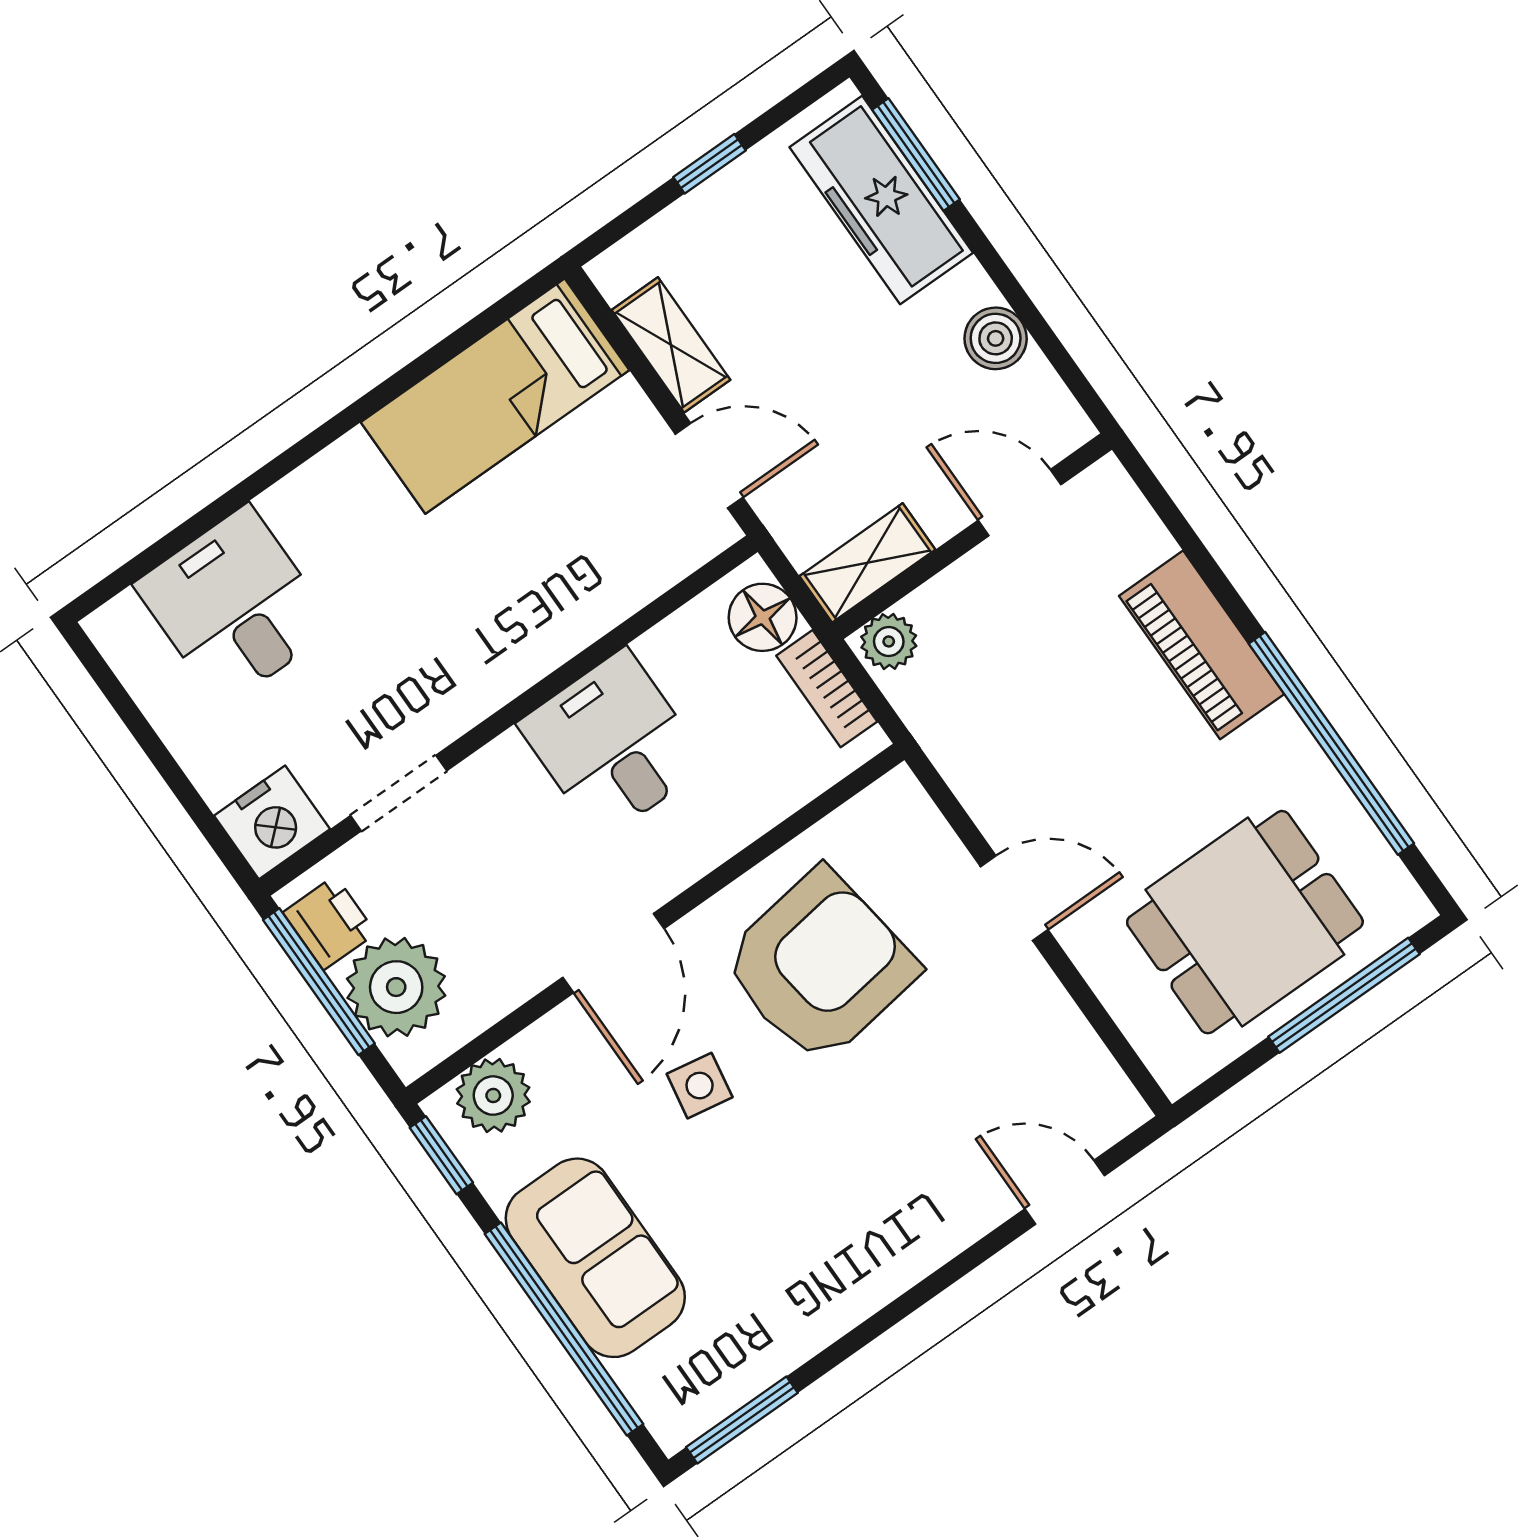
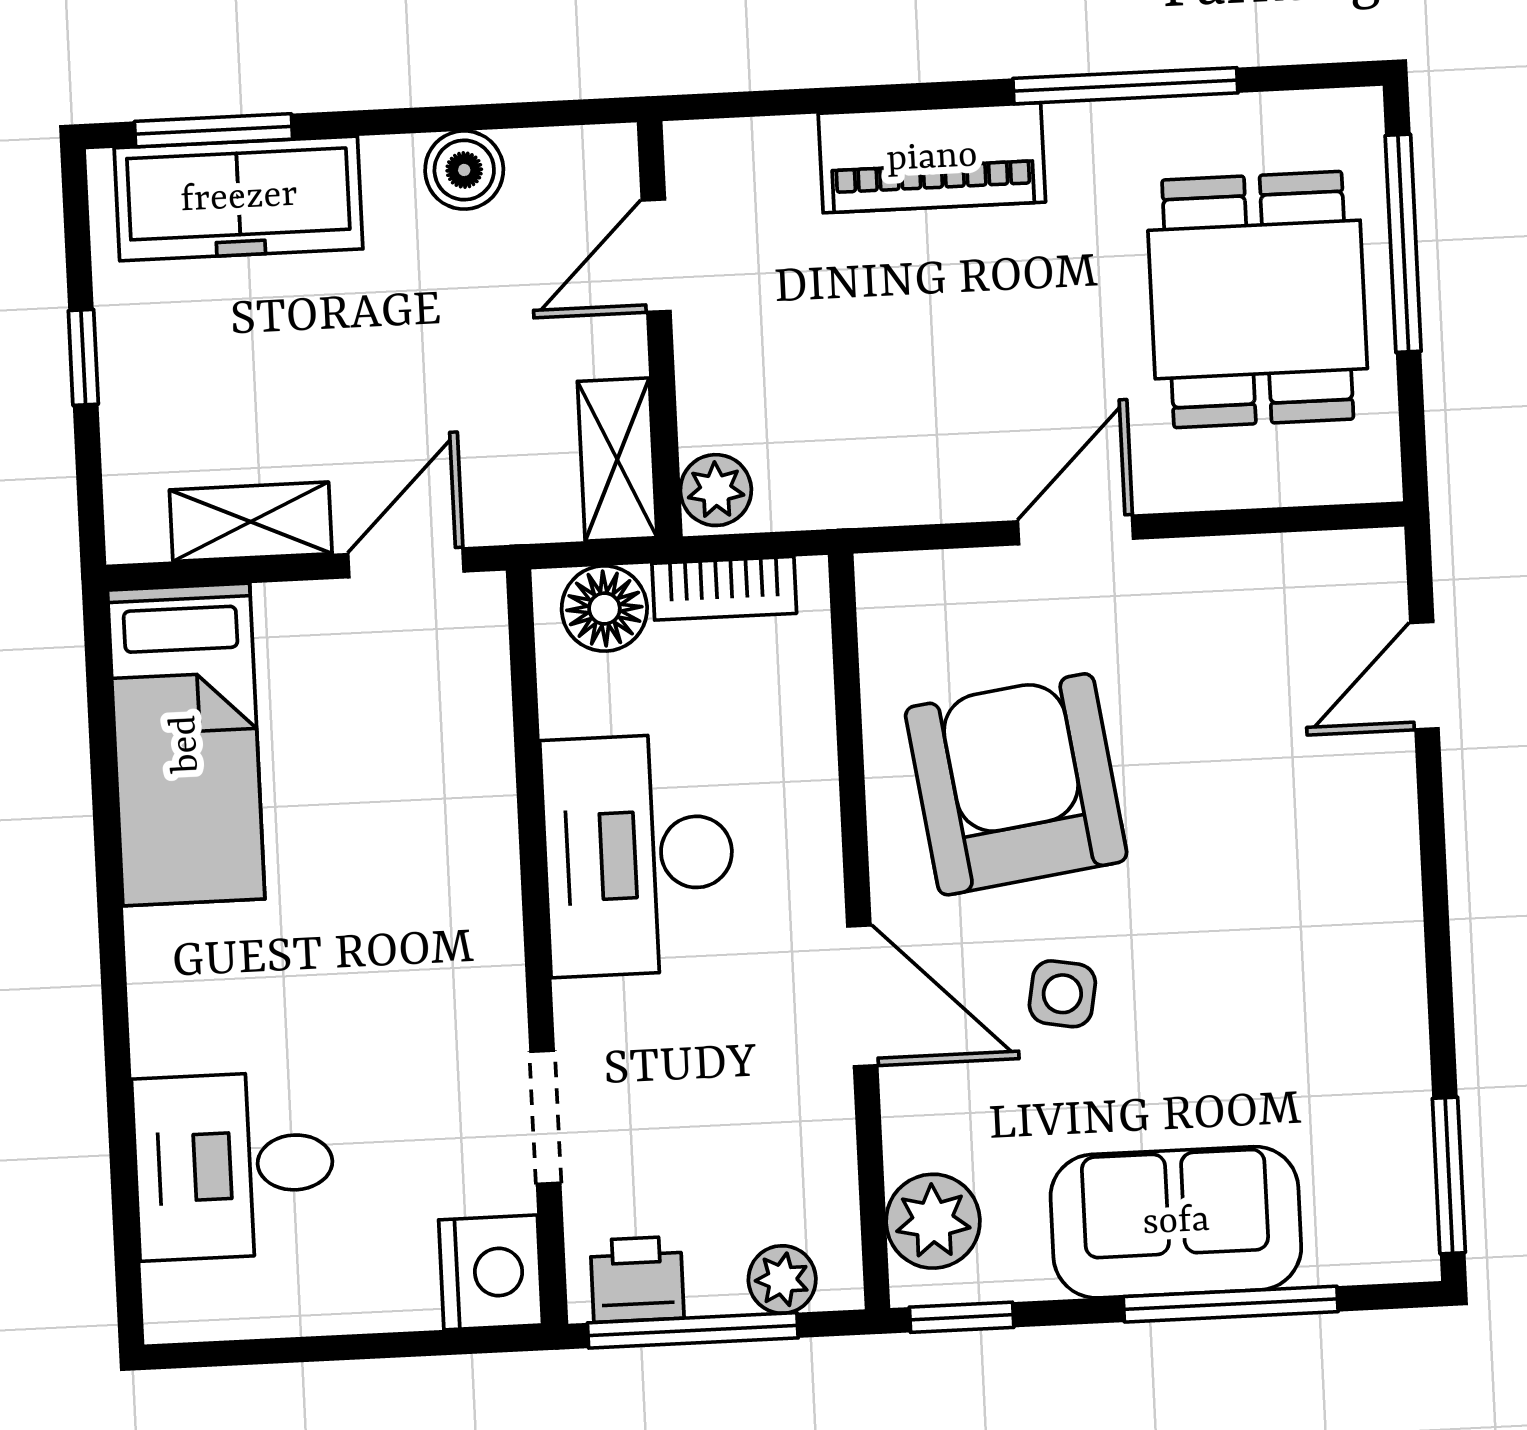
window: (1331, 743) -> (1125, 86), width x0.68
desk: (613, 744) -> (639, 855), width x1.37
plant: (396, 987) -> (782, 1279), width x0.53, depth x0.53
window: (564, 1329) -> (1231, 1304), width x0.68

